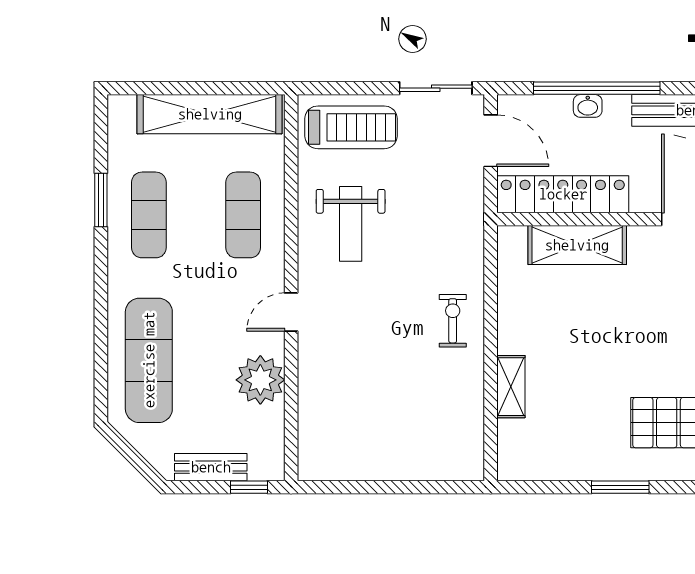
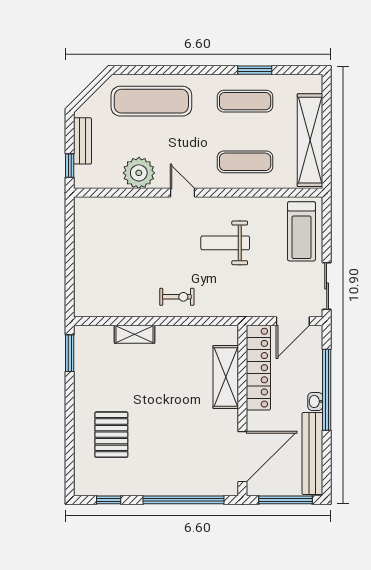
washbasin: (588, 106) -> (315, 401), moved
weight bench: (351, 224) -> (225, 243), moved
window: (620, 487) -> (70, 353), moved

